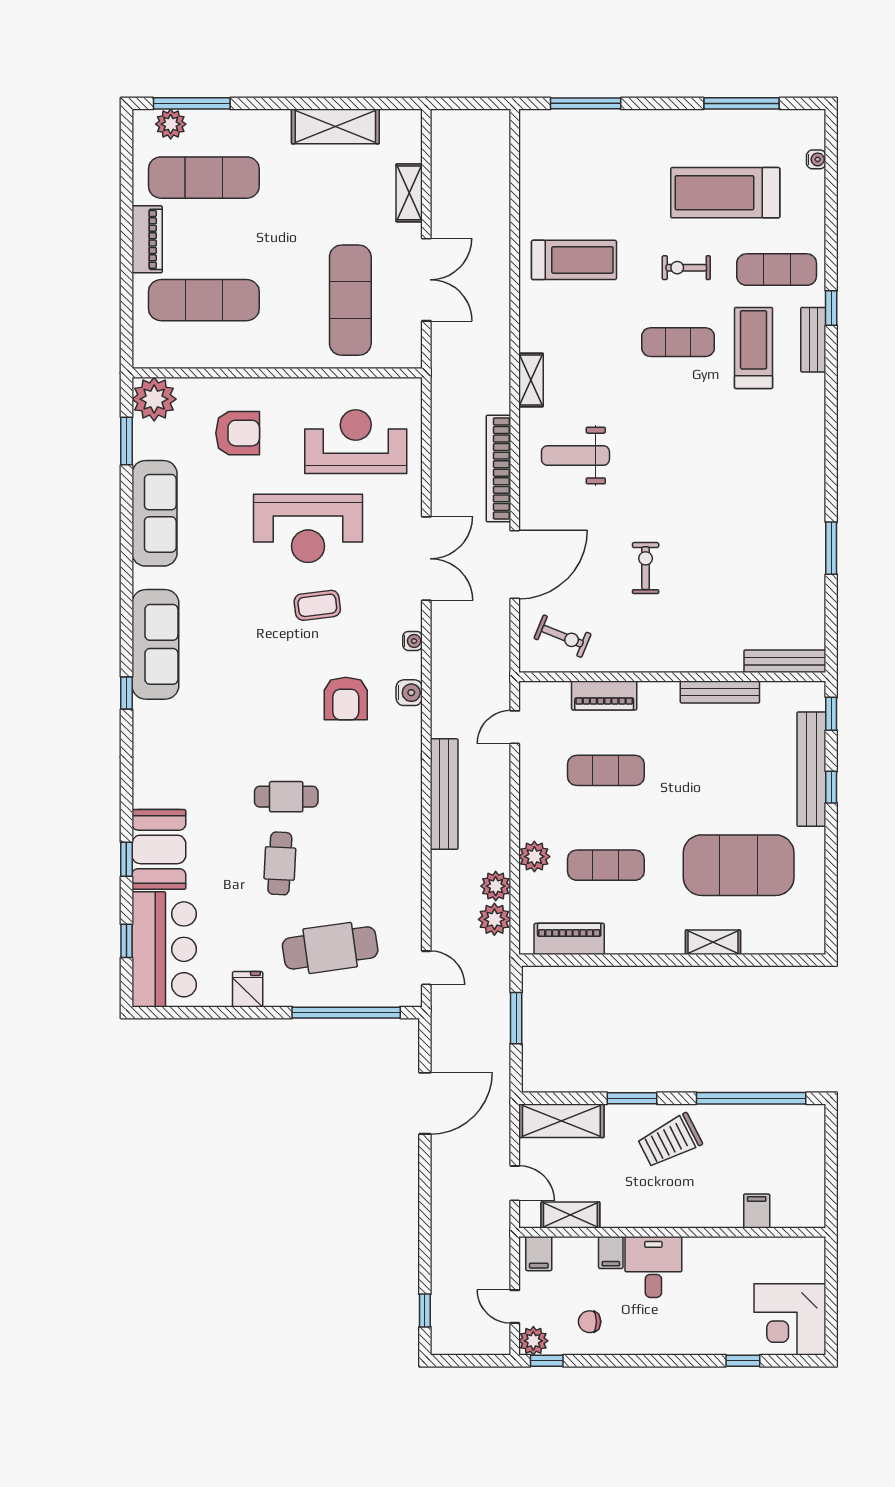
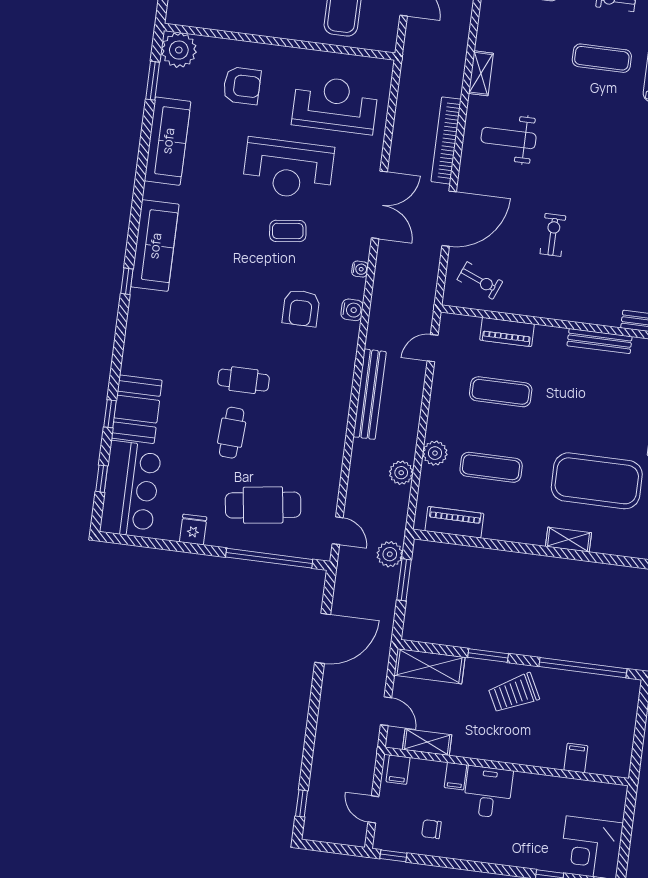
plant: (494, 919) -> (390, 554), moved
plant: (533, 1341) -> (385, 839), removed

